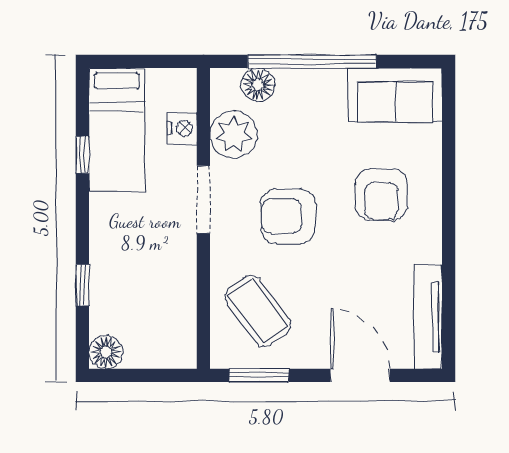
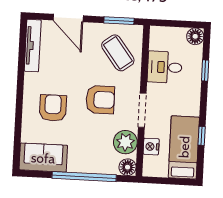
floor lamp: (258, 85) -> (128, 167), moved
desk: (163, 287) -> (165, 67), added

